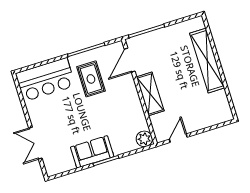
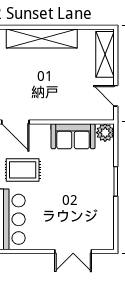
shelving: (150, 94) -> (105, 54), moved, turned 90
sofa: (92, 152) -> (73, 136), moved, turned -90

